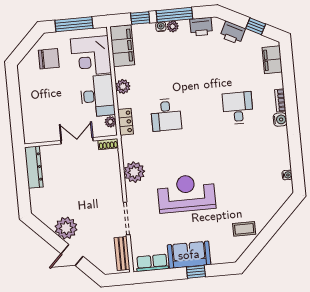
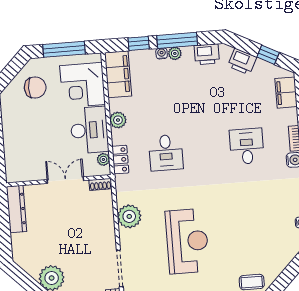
reception desk: (186, 193) -> (187, 241), turned 90

